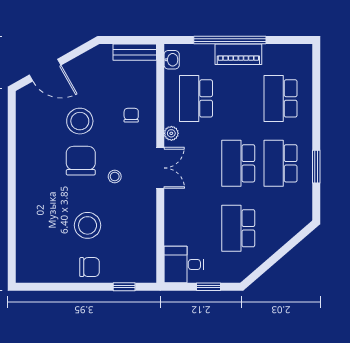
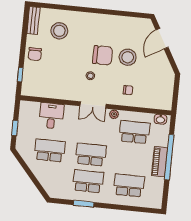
bench: (135, 52) -> (33, 21), moved
stool: (88, 225) -> (59, 31), moved
desk: (184, 265) -> (51, 116), moved

